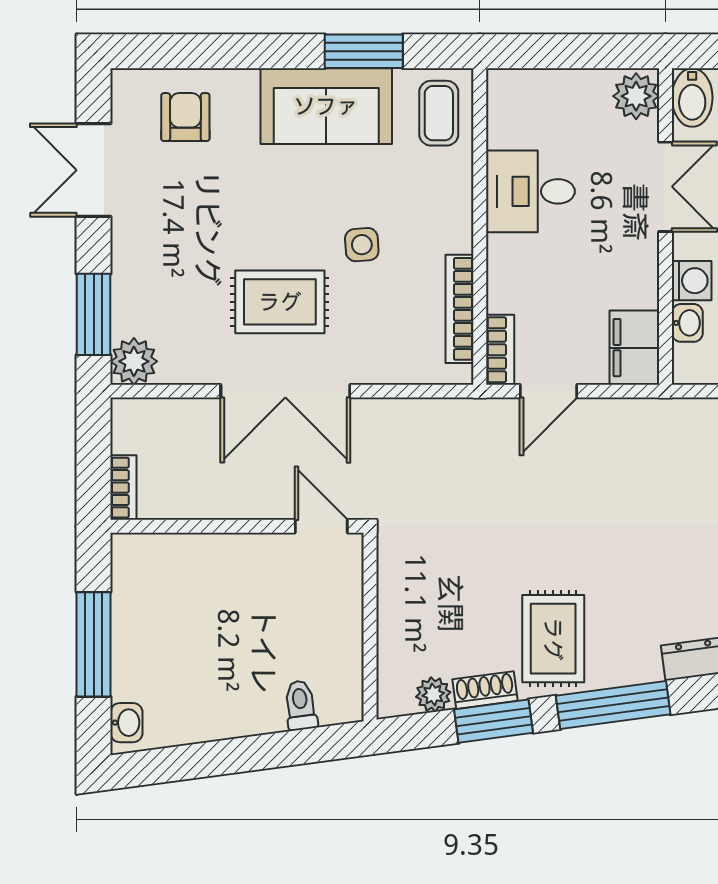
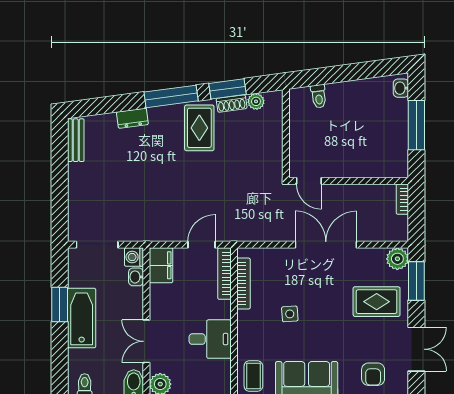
washing machine: (692, 281) -> (134, 257), moved
rug: (280, 302) -> (377, 302), moved
bookcase: (500, 350) -> (224, 274), width x1.56

